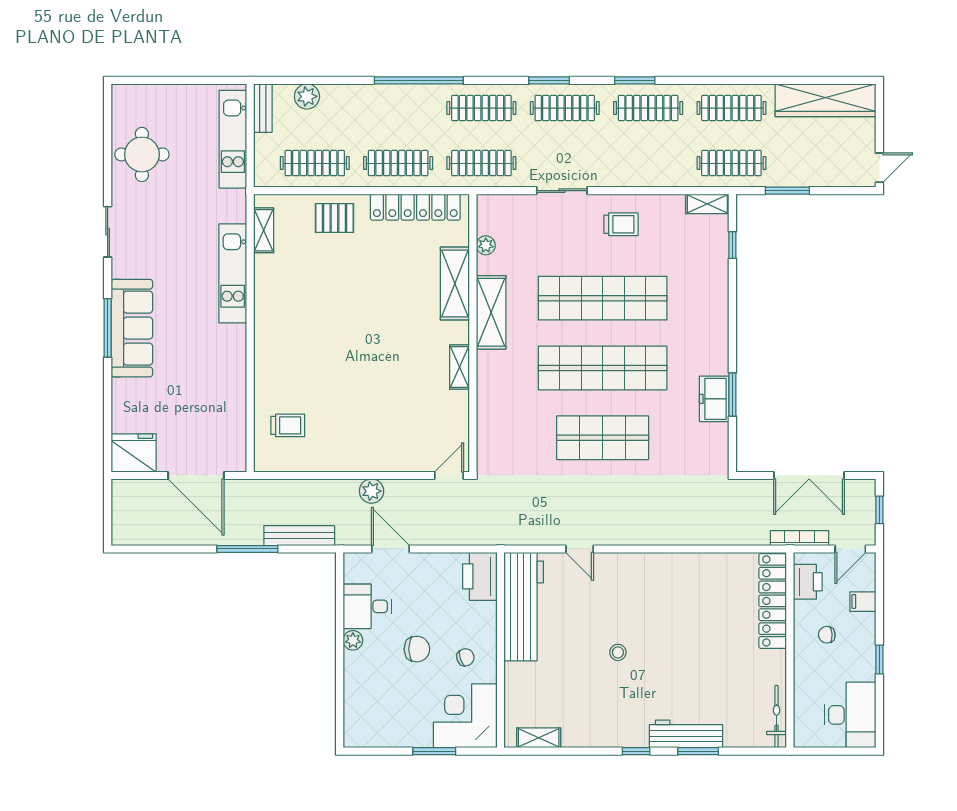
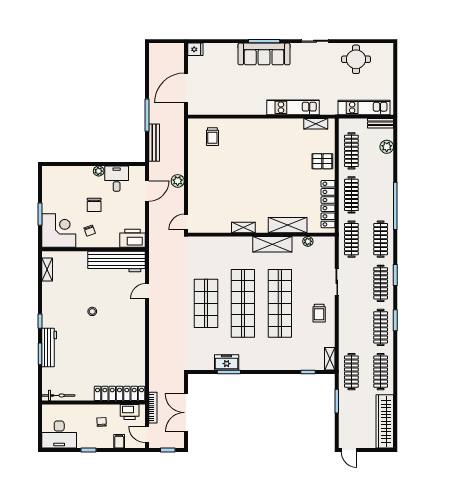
pallet: (334, 218) -> (322, 161), turned 90
fridge: (134, 453) -> (195, 49), width x0.53, depth x0.75
door: (449, 475) -> (186, 222), swing flipped

